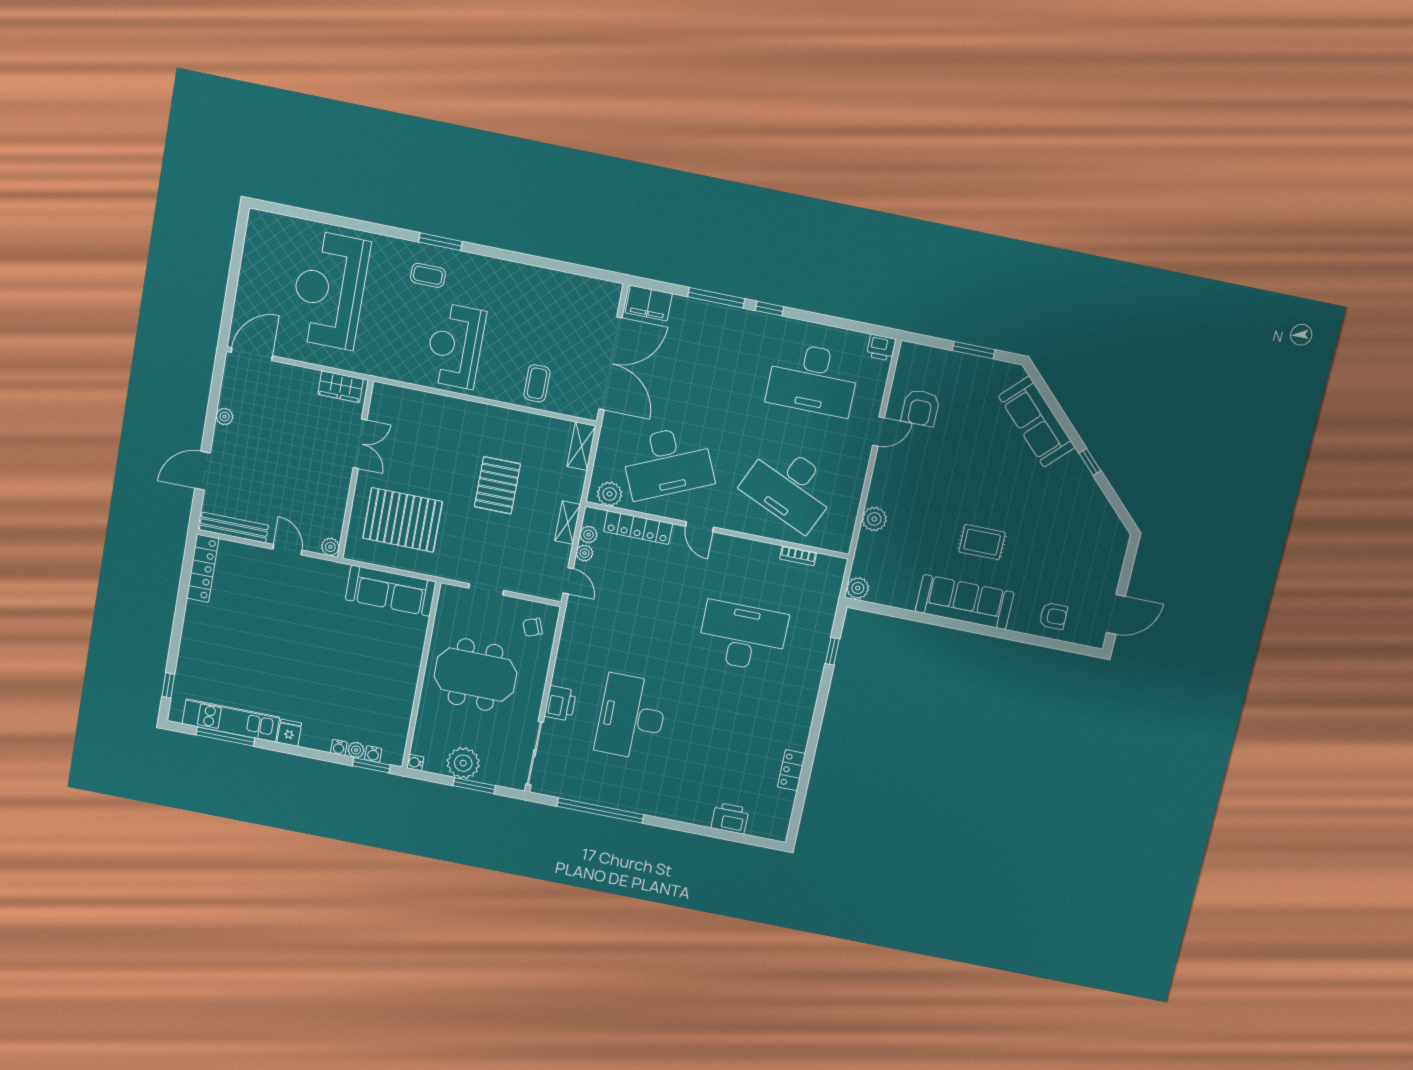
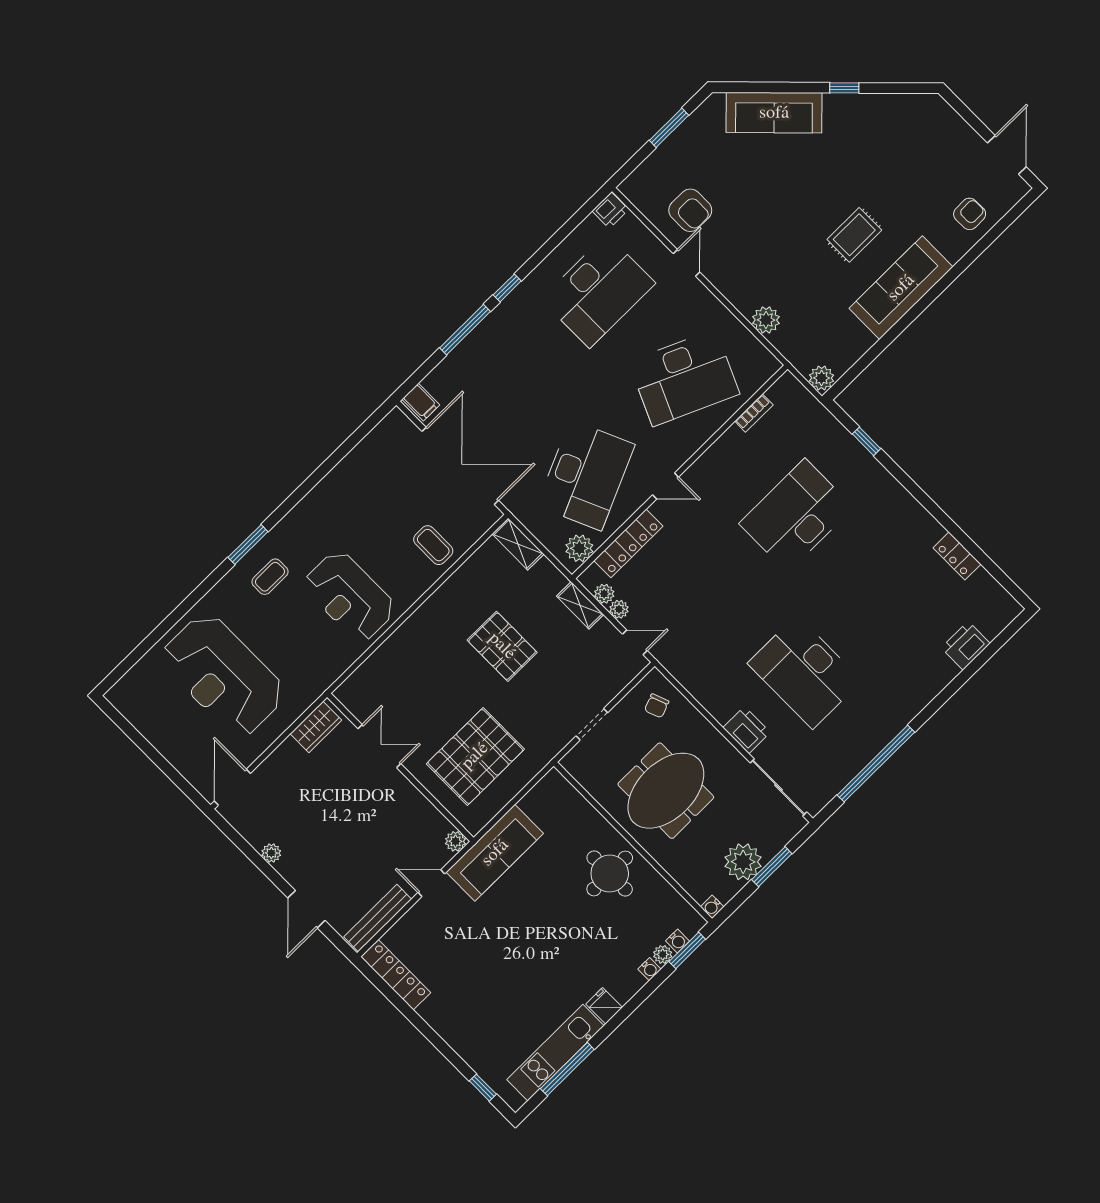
filing cabinet: (649, 303) -> (421, 402), width x0.50
sofa: (391, 591) -> (495, 853), moved
round table: (387, 674) -> (610, 873), added

